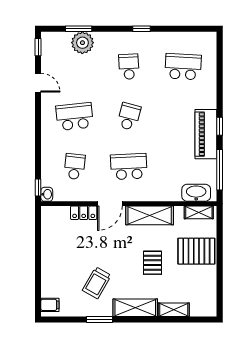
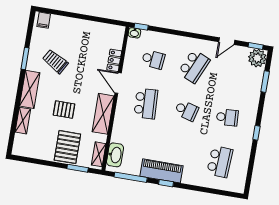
plant: (82, 43) -> (257, 58), moved
school desk: (75, 117) -> (194, 66), turned 30
window: (220, 235) -> (78, 168), added

